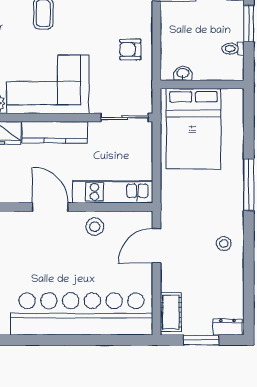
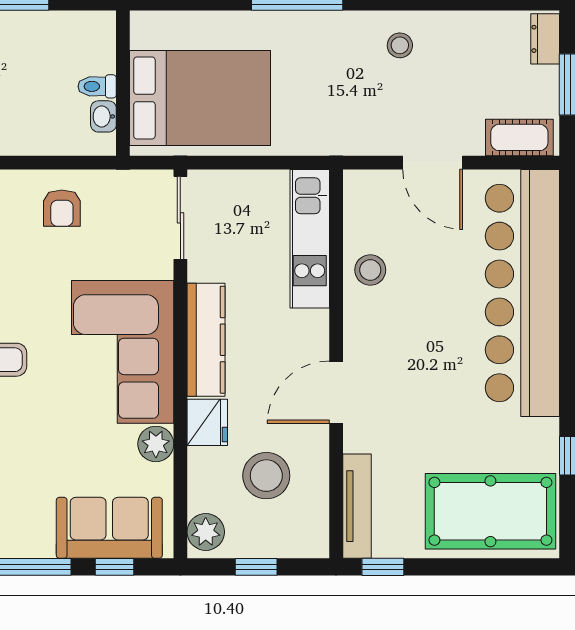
toilet: (233, 49) -> (97, 86), moved, turned 90
door: (50, 207) -> (336, 392), moved
door: (156, 246) -> (433, 163), moved

